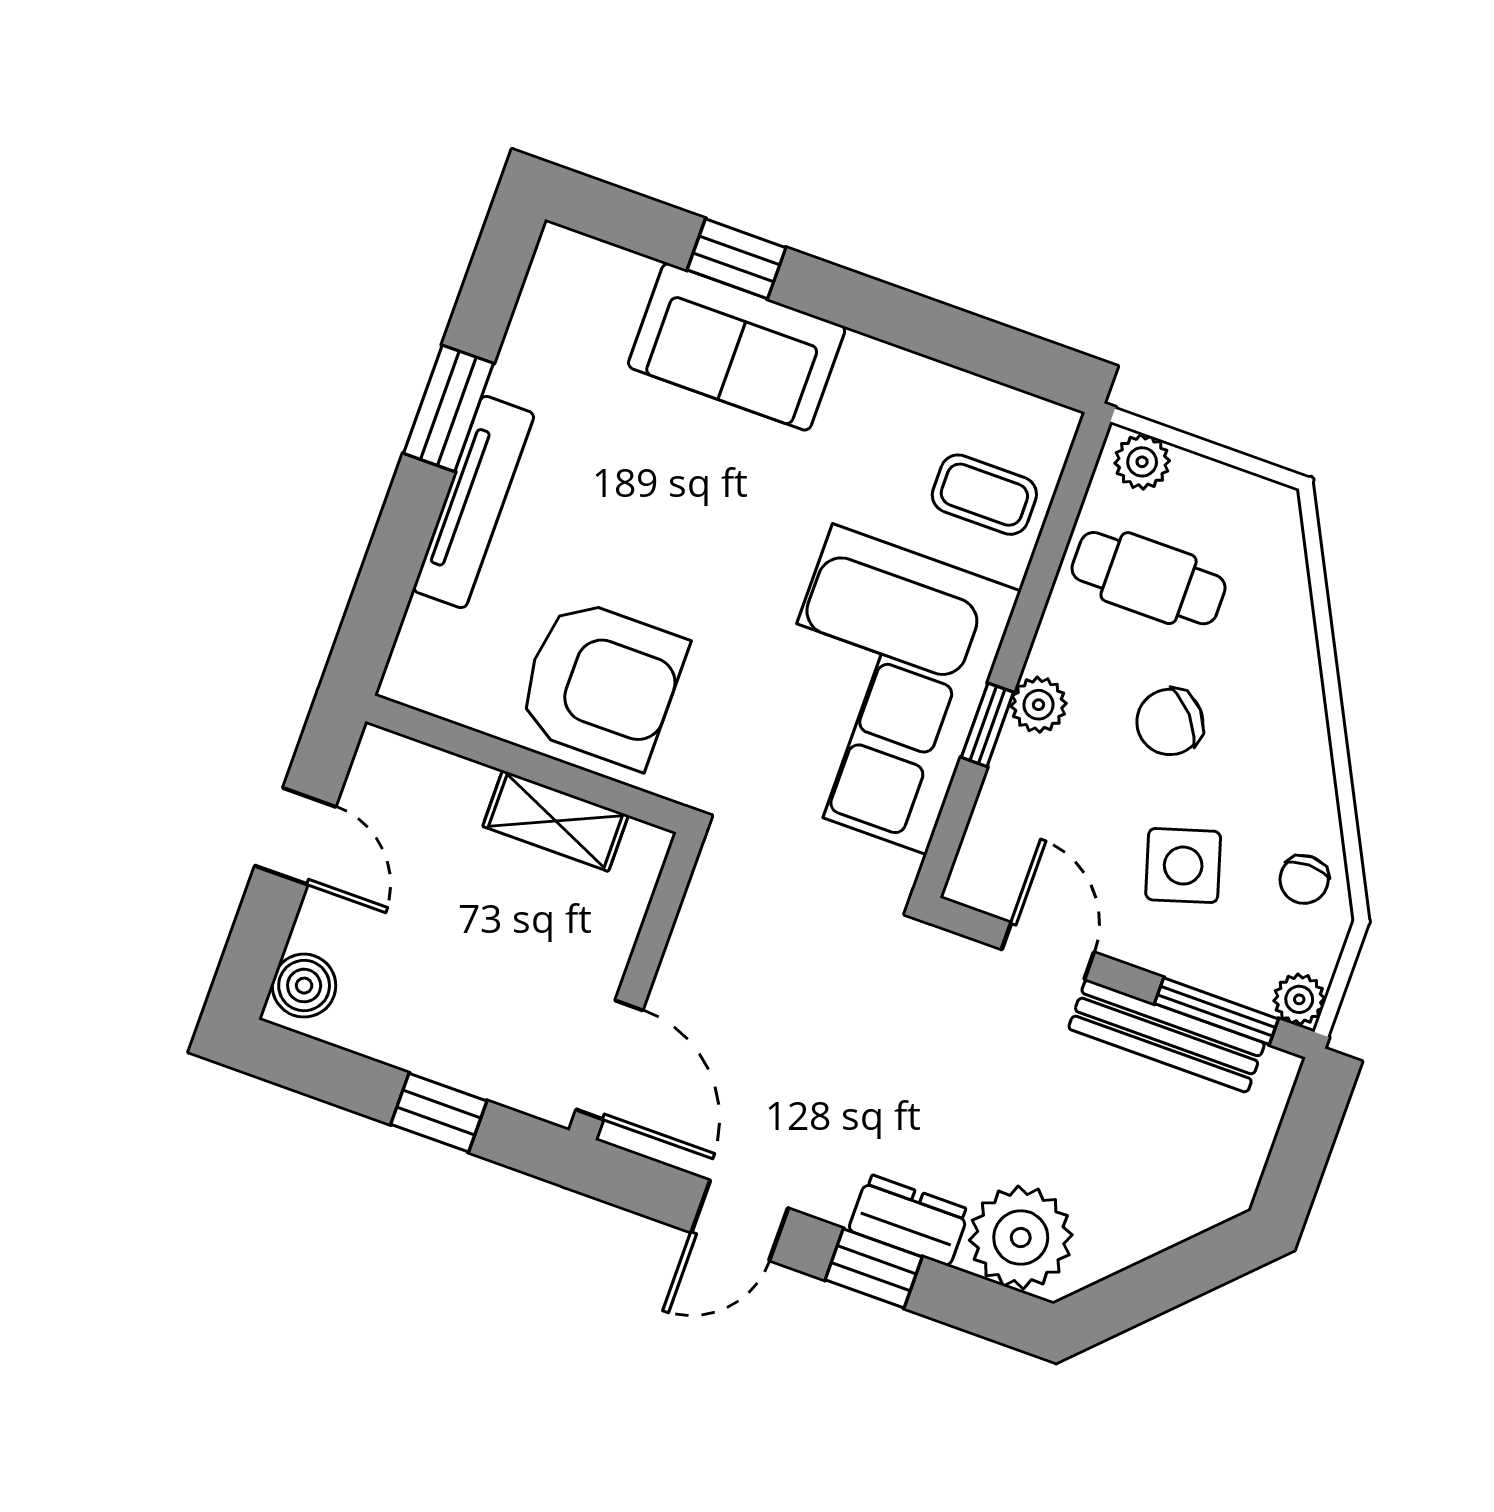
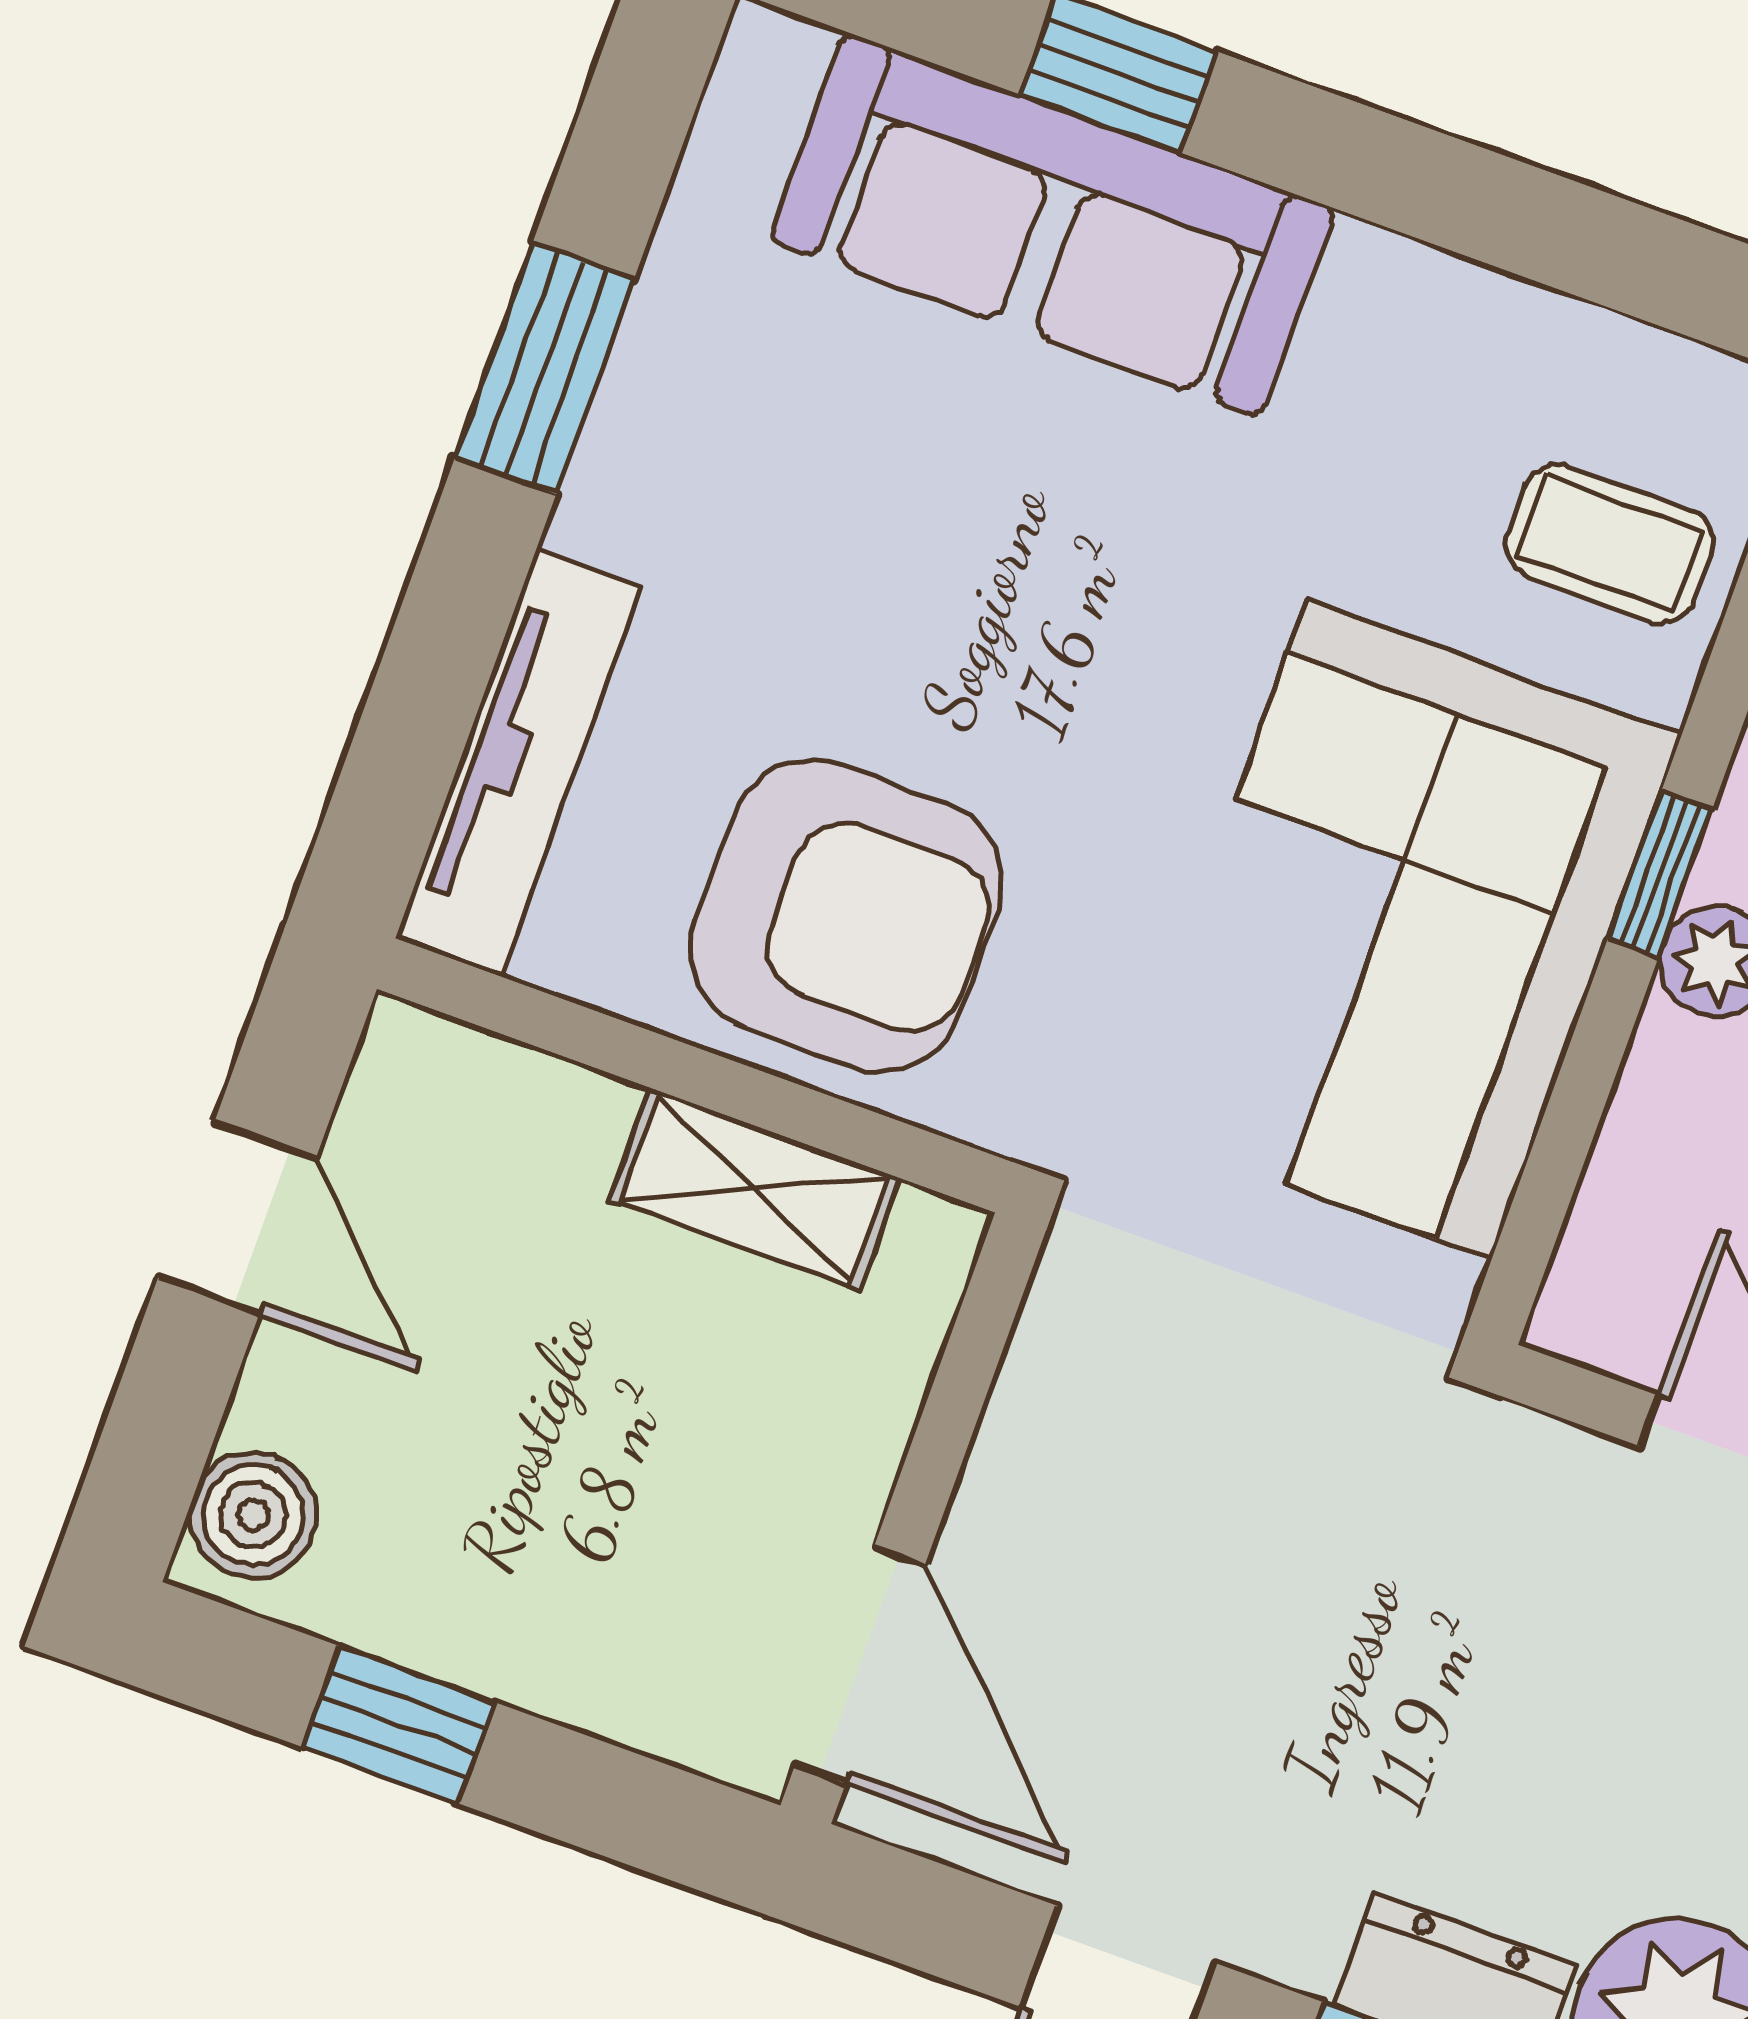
sofa: (737, 347) -> (1052, 224), width x1.36
tv unit: (474, 502) -> (519, 763), moved
window: (987, 725) -> (1660, 874), moved
window: (439, 1113) -> (399, 1725), moved

